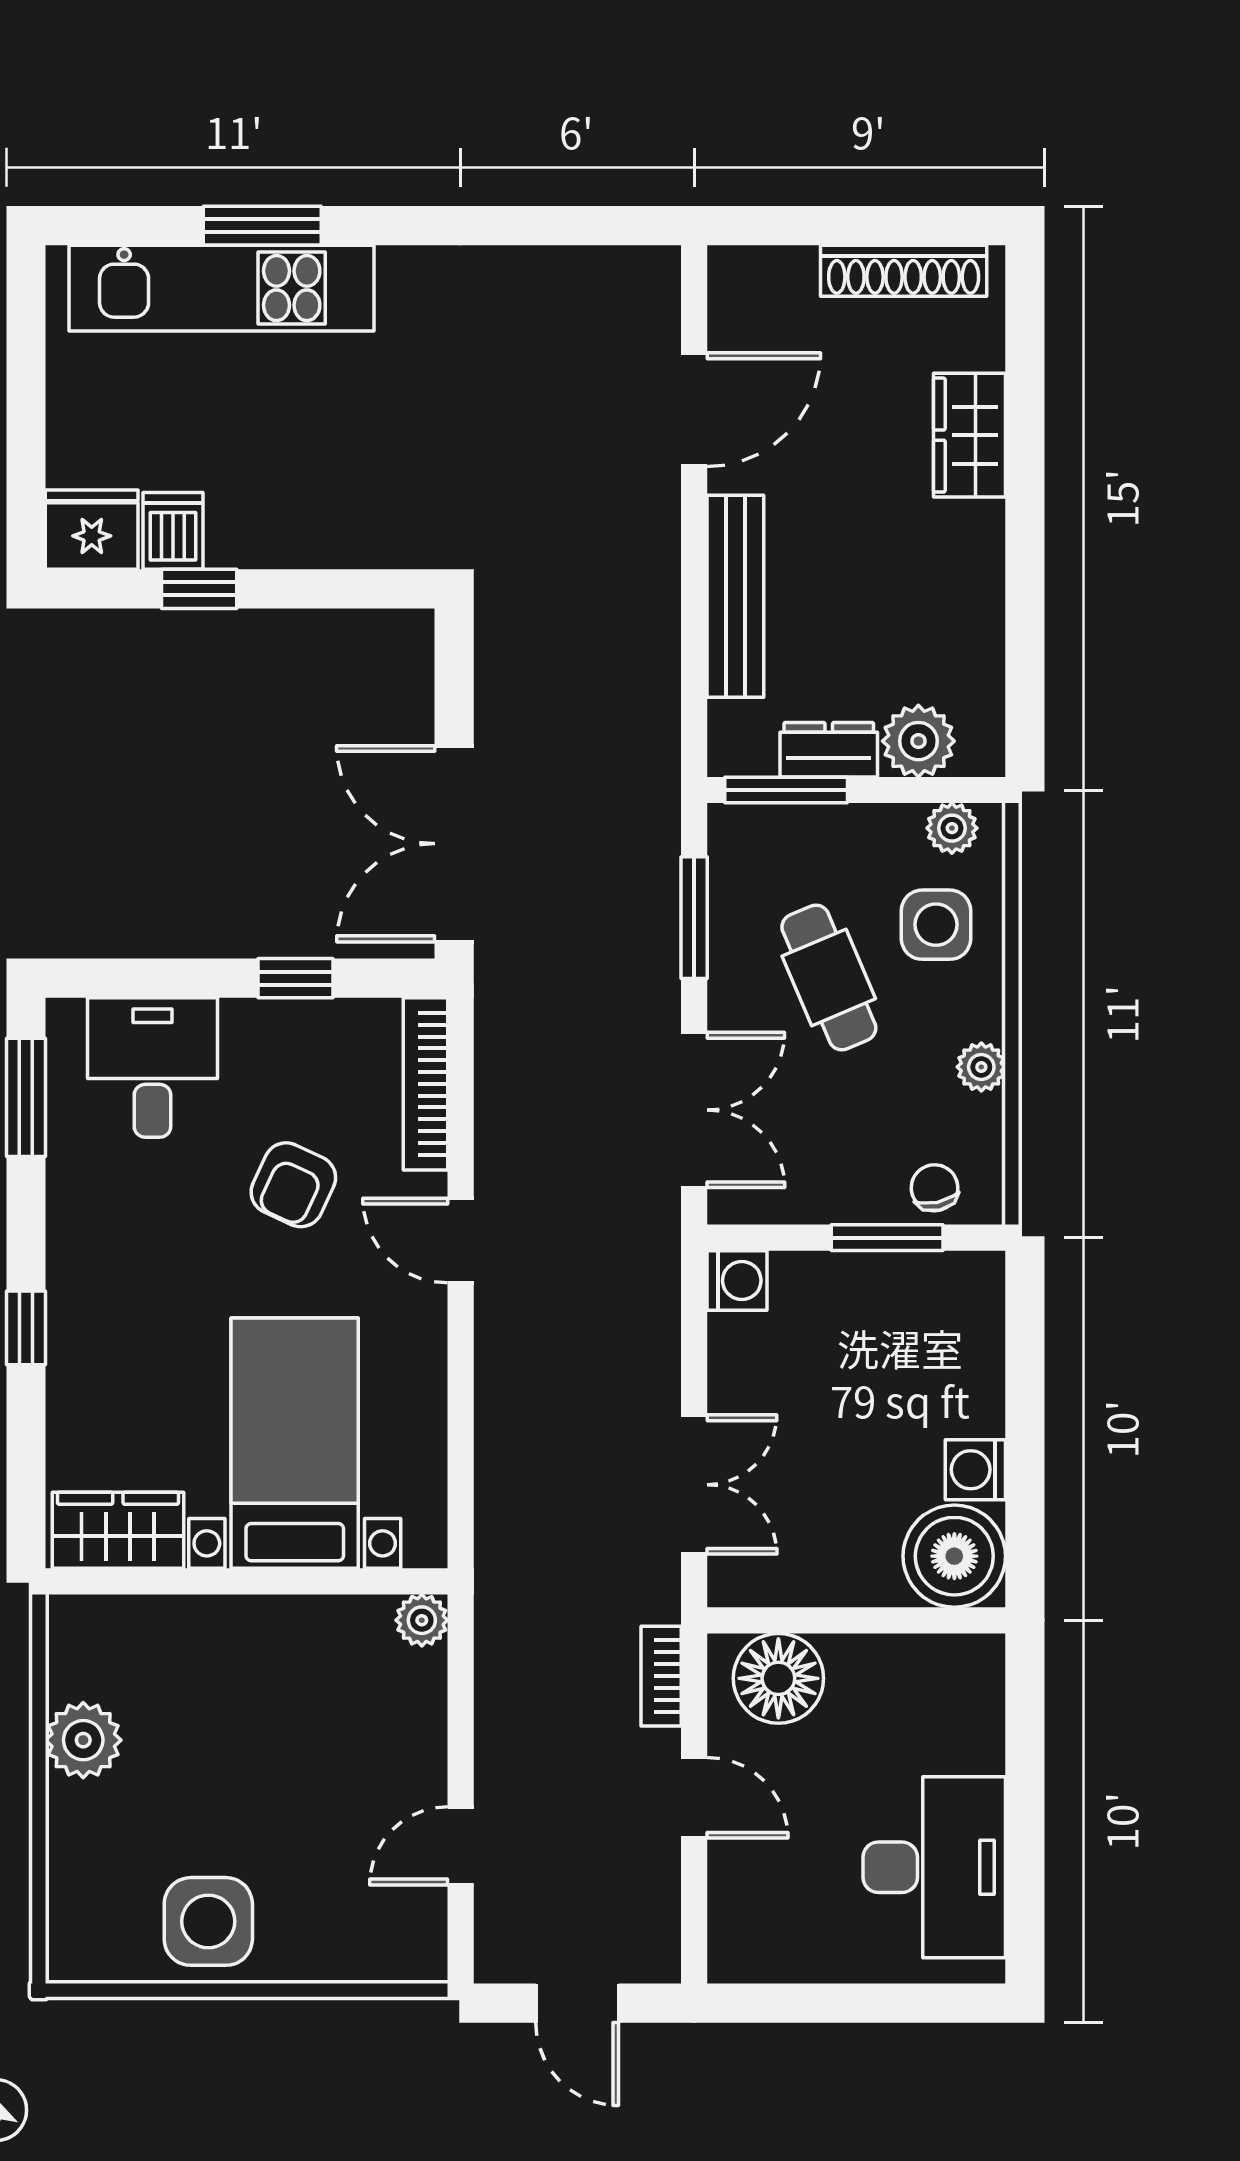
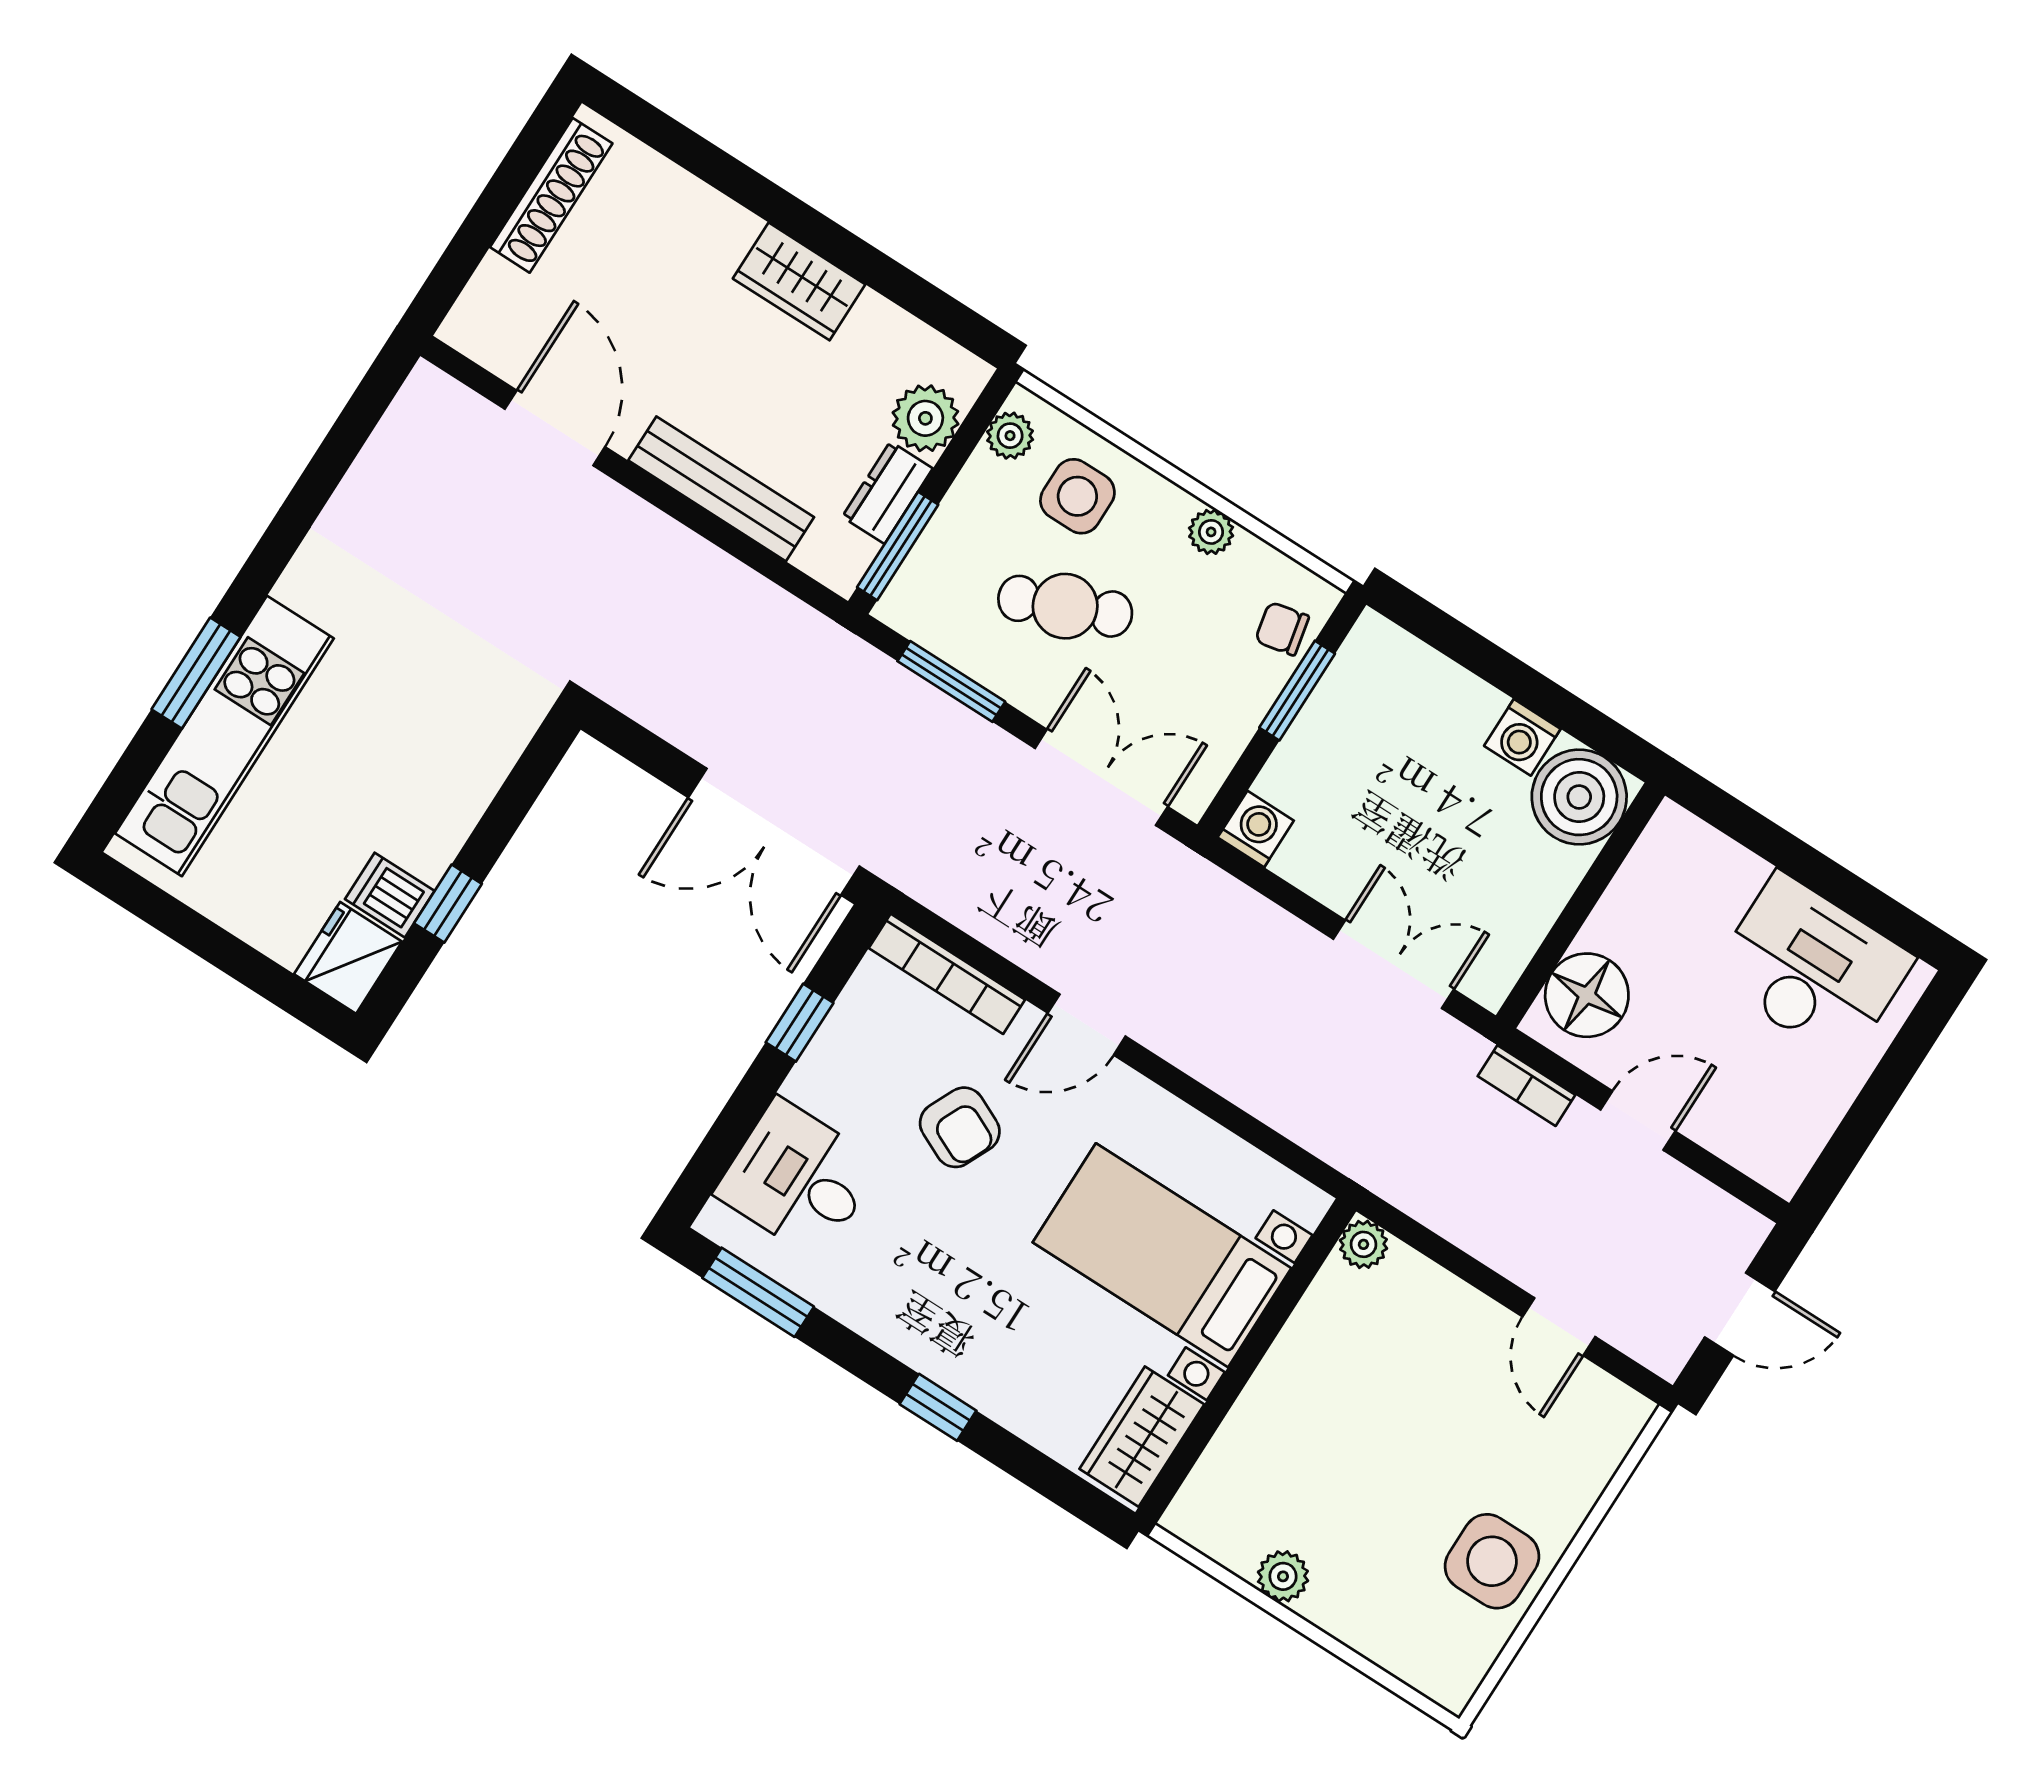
wardrobe: (970, 435) -> (799, 281), moved
plant: (83, 1740) -> (1283, 1576), width x0.73, depth x0.73

